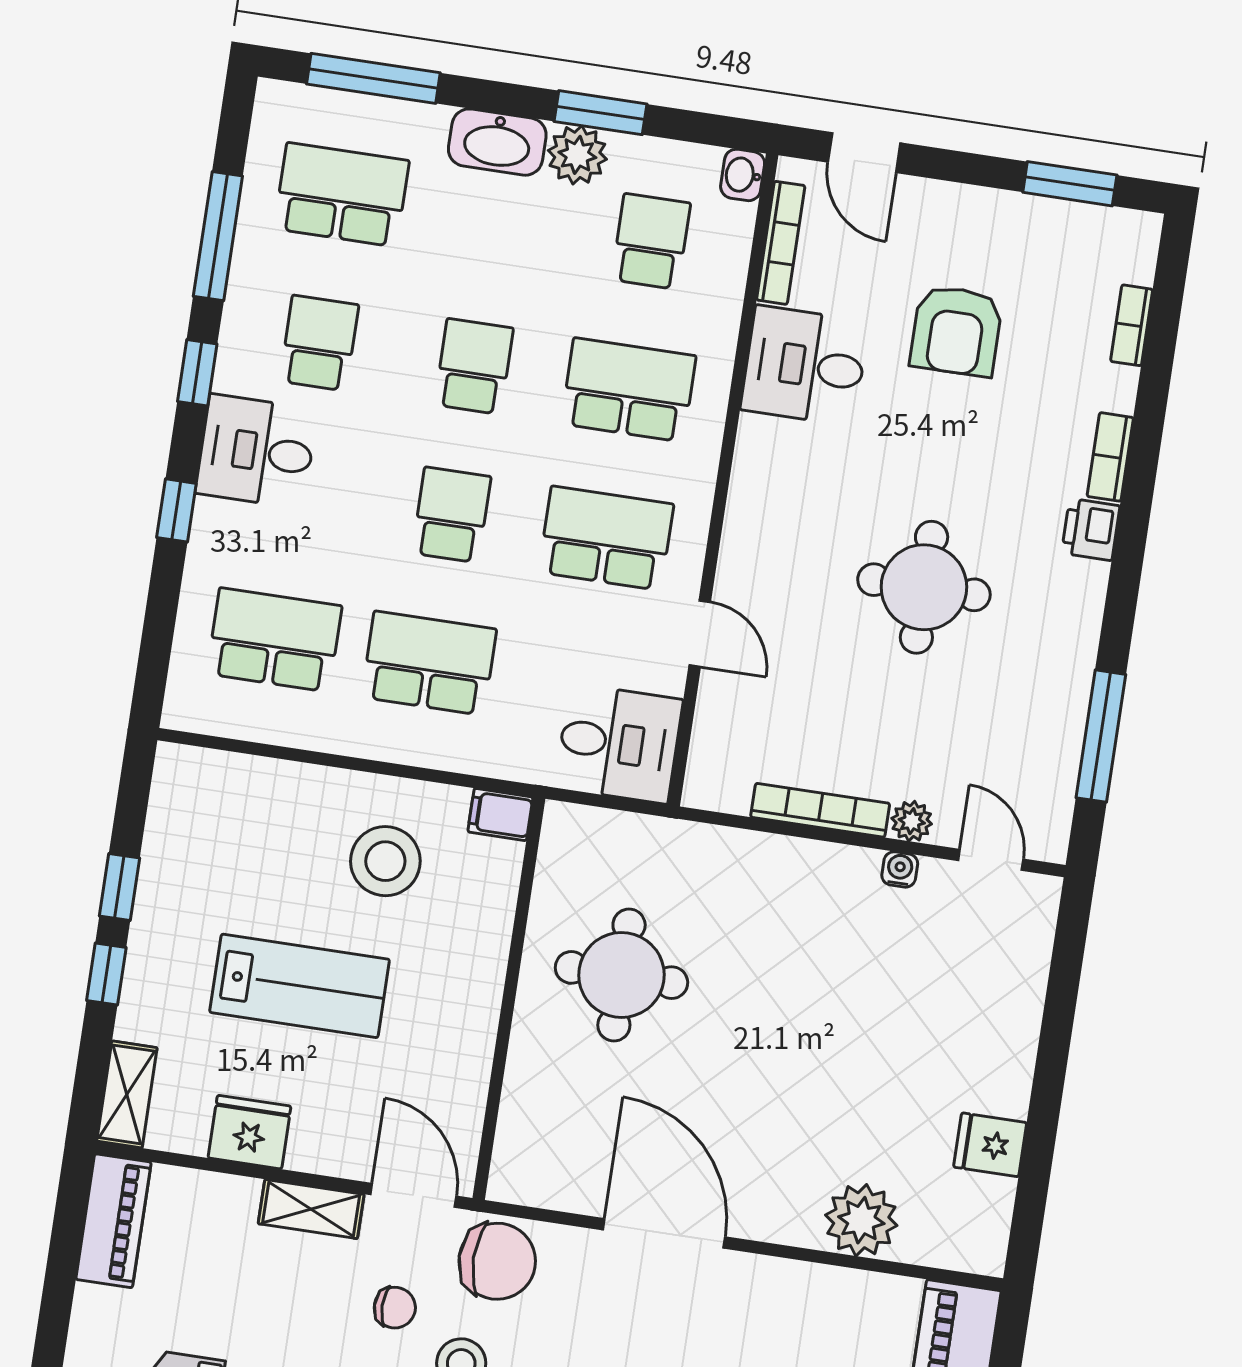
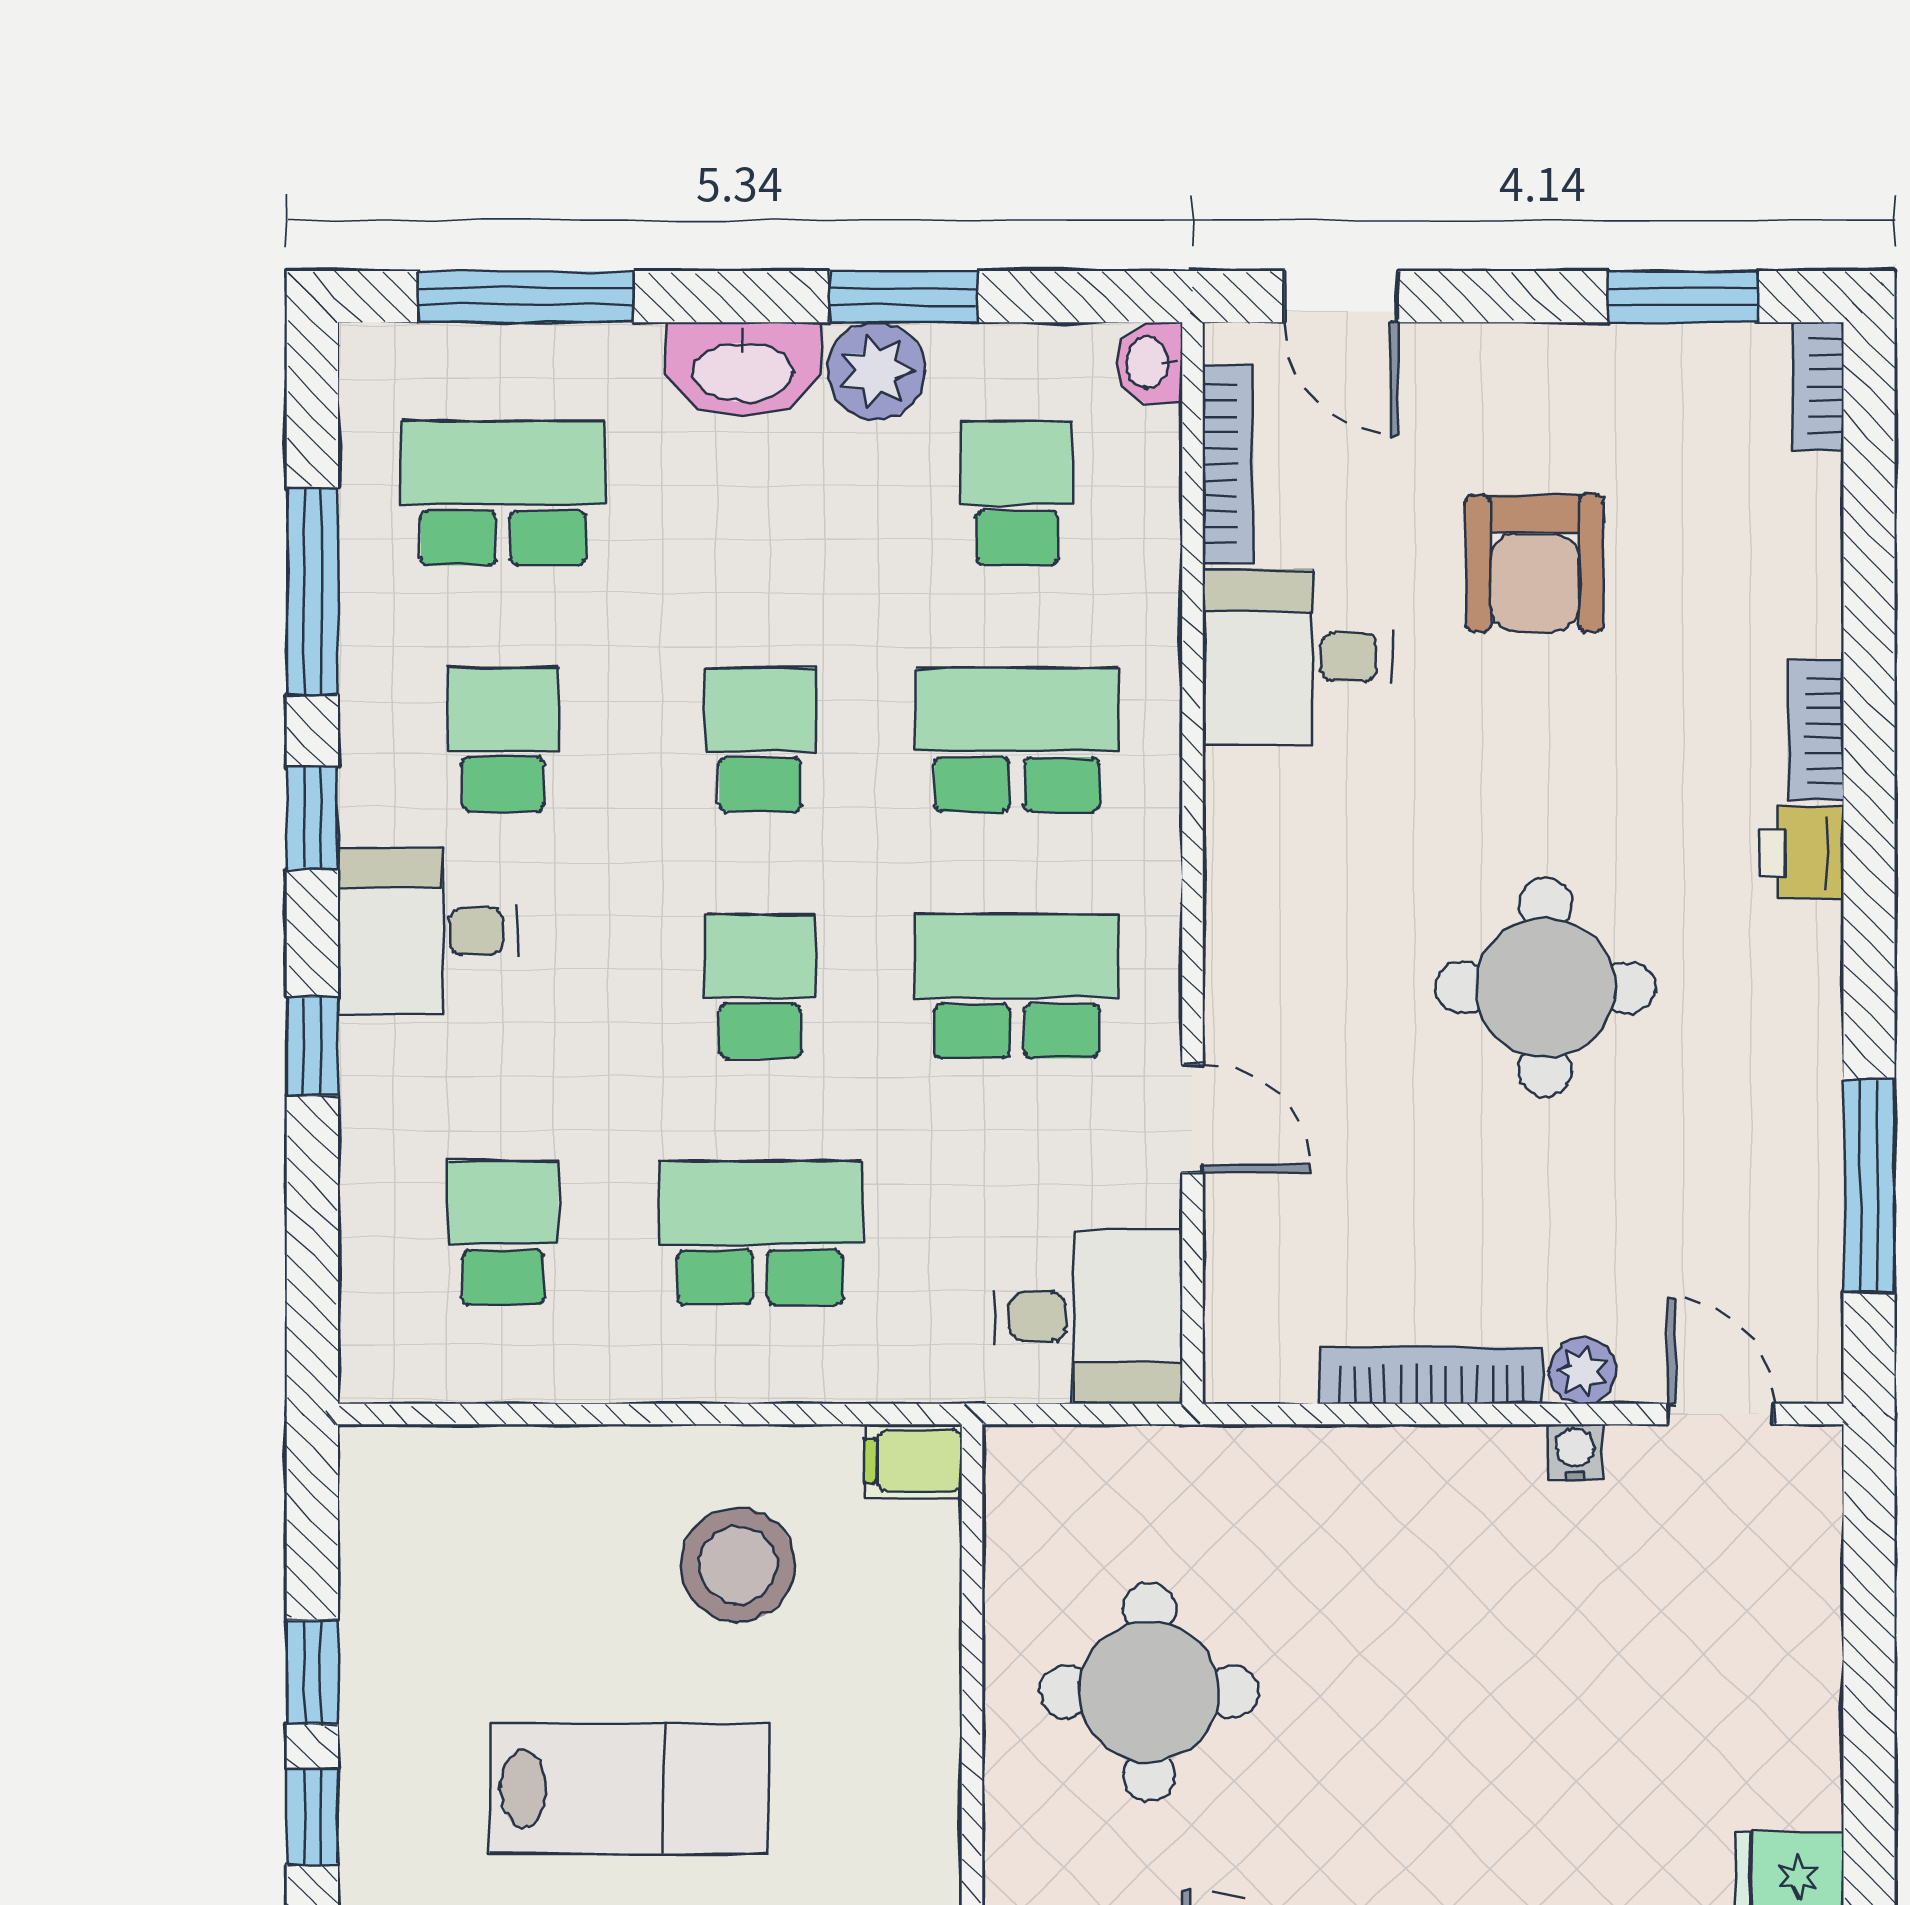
bookcase: (1132, 325) -> (1818, 386), moved
school desk: (274, 640) -> (503, 1233), width x0.54

